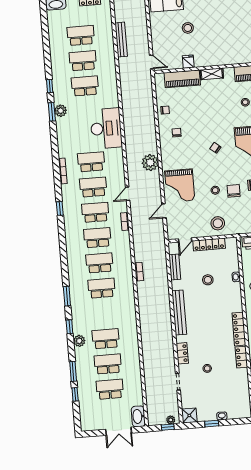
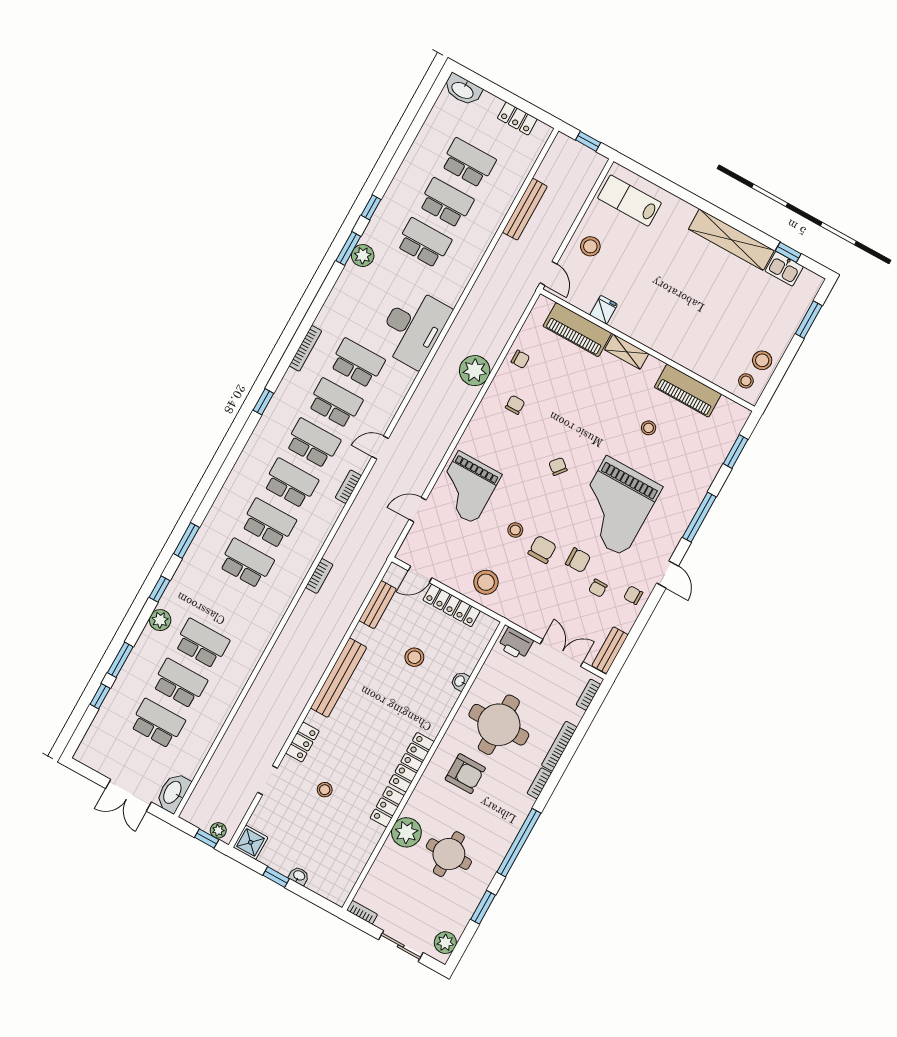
stool: (188, 28) -> (590, 246), moved
plant: (150, 163) -> (475, 371), moved

